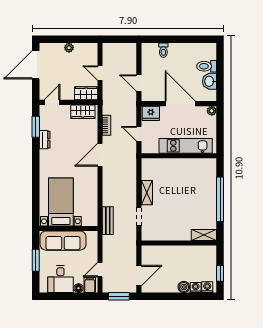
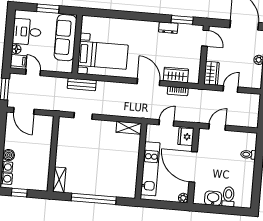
door: (180, 104) -> (193, 167), swing flipped
wardrobe: (83, 112) -> (176, 75), moved, turned 90
shelving: (147, 193) -> (129, 128), moved
bed with nightstands: (61, 202) -> (103, 55), moved

